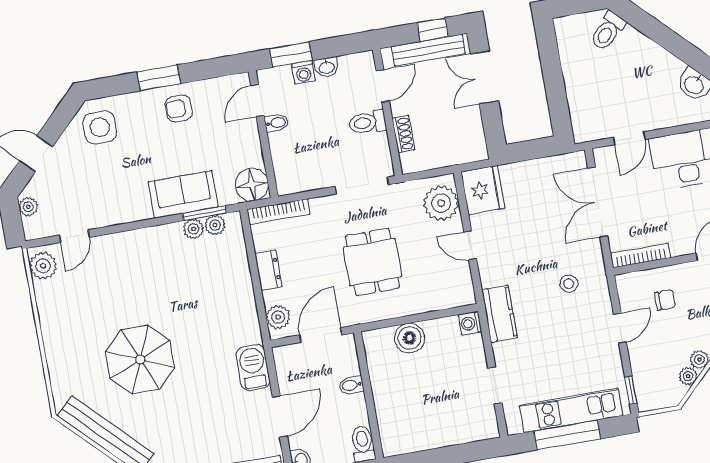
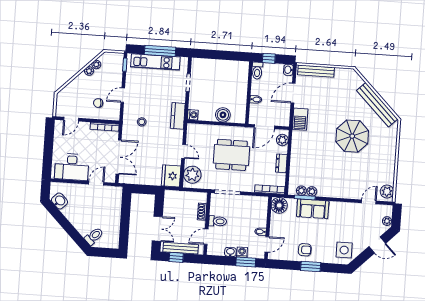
dining table: (372, 262) -> (232, 155), width x1.38

